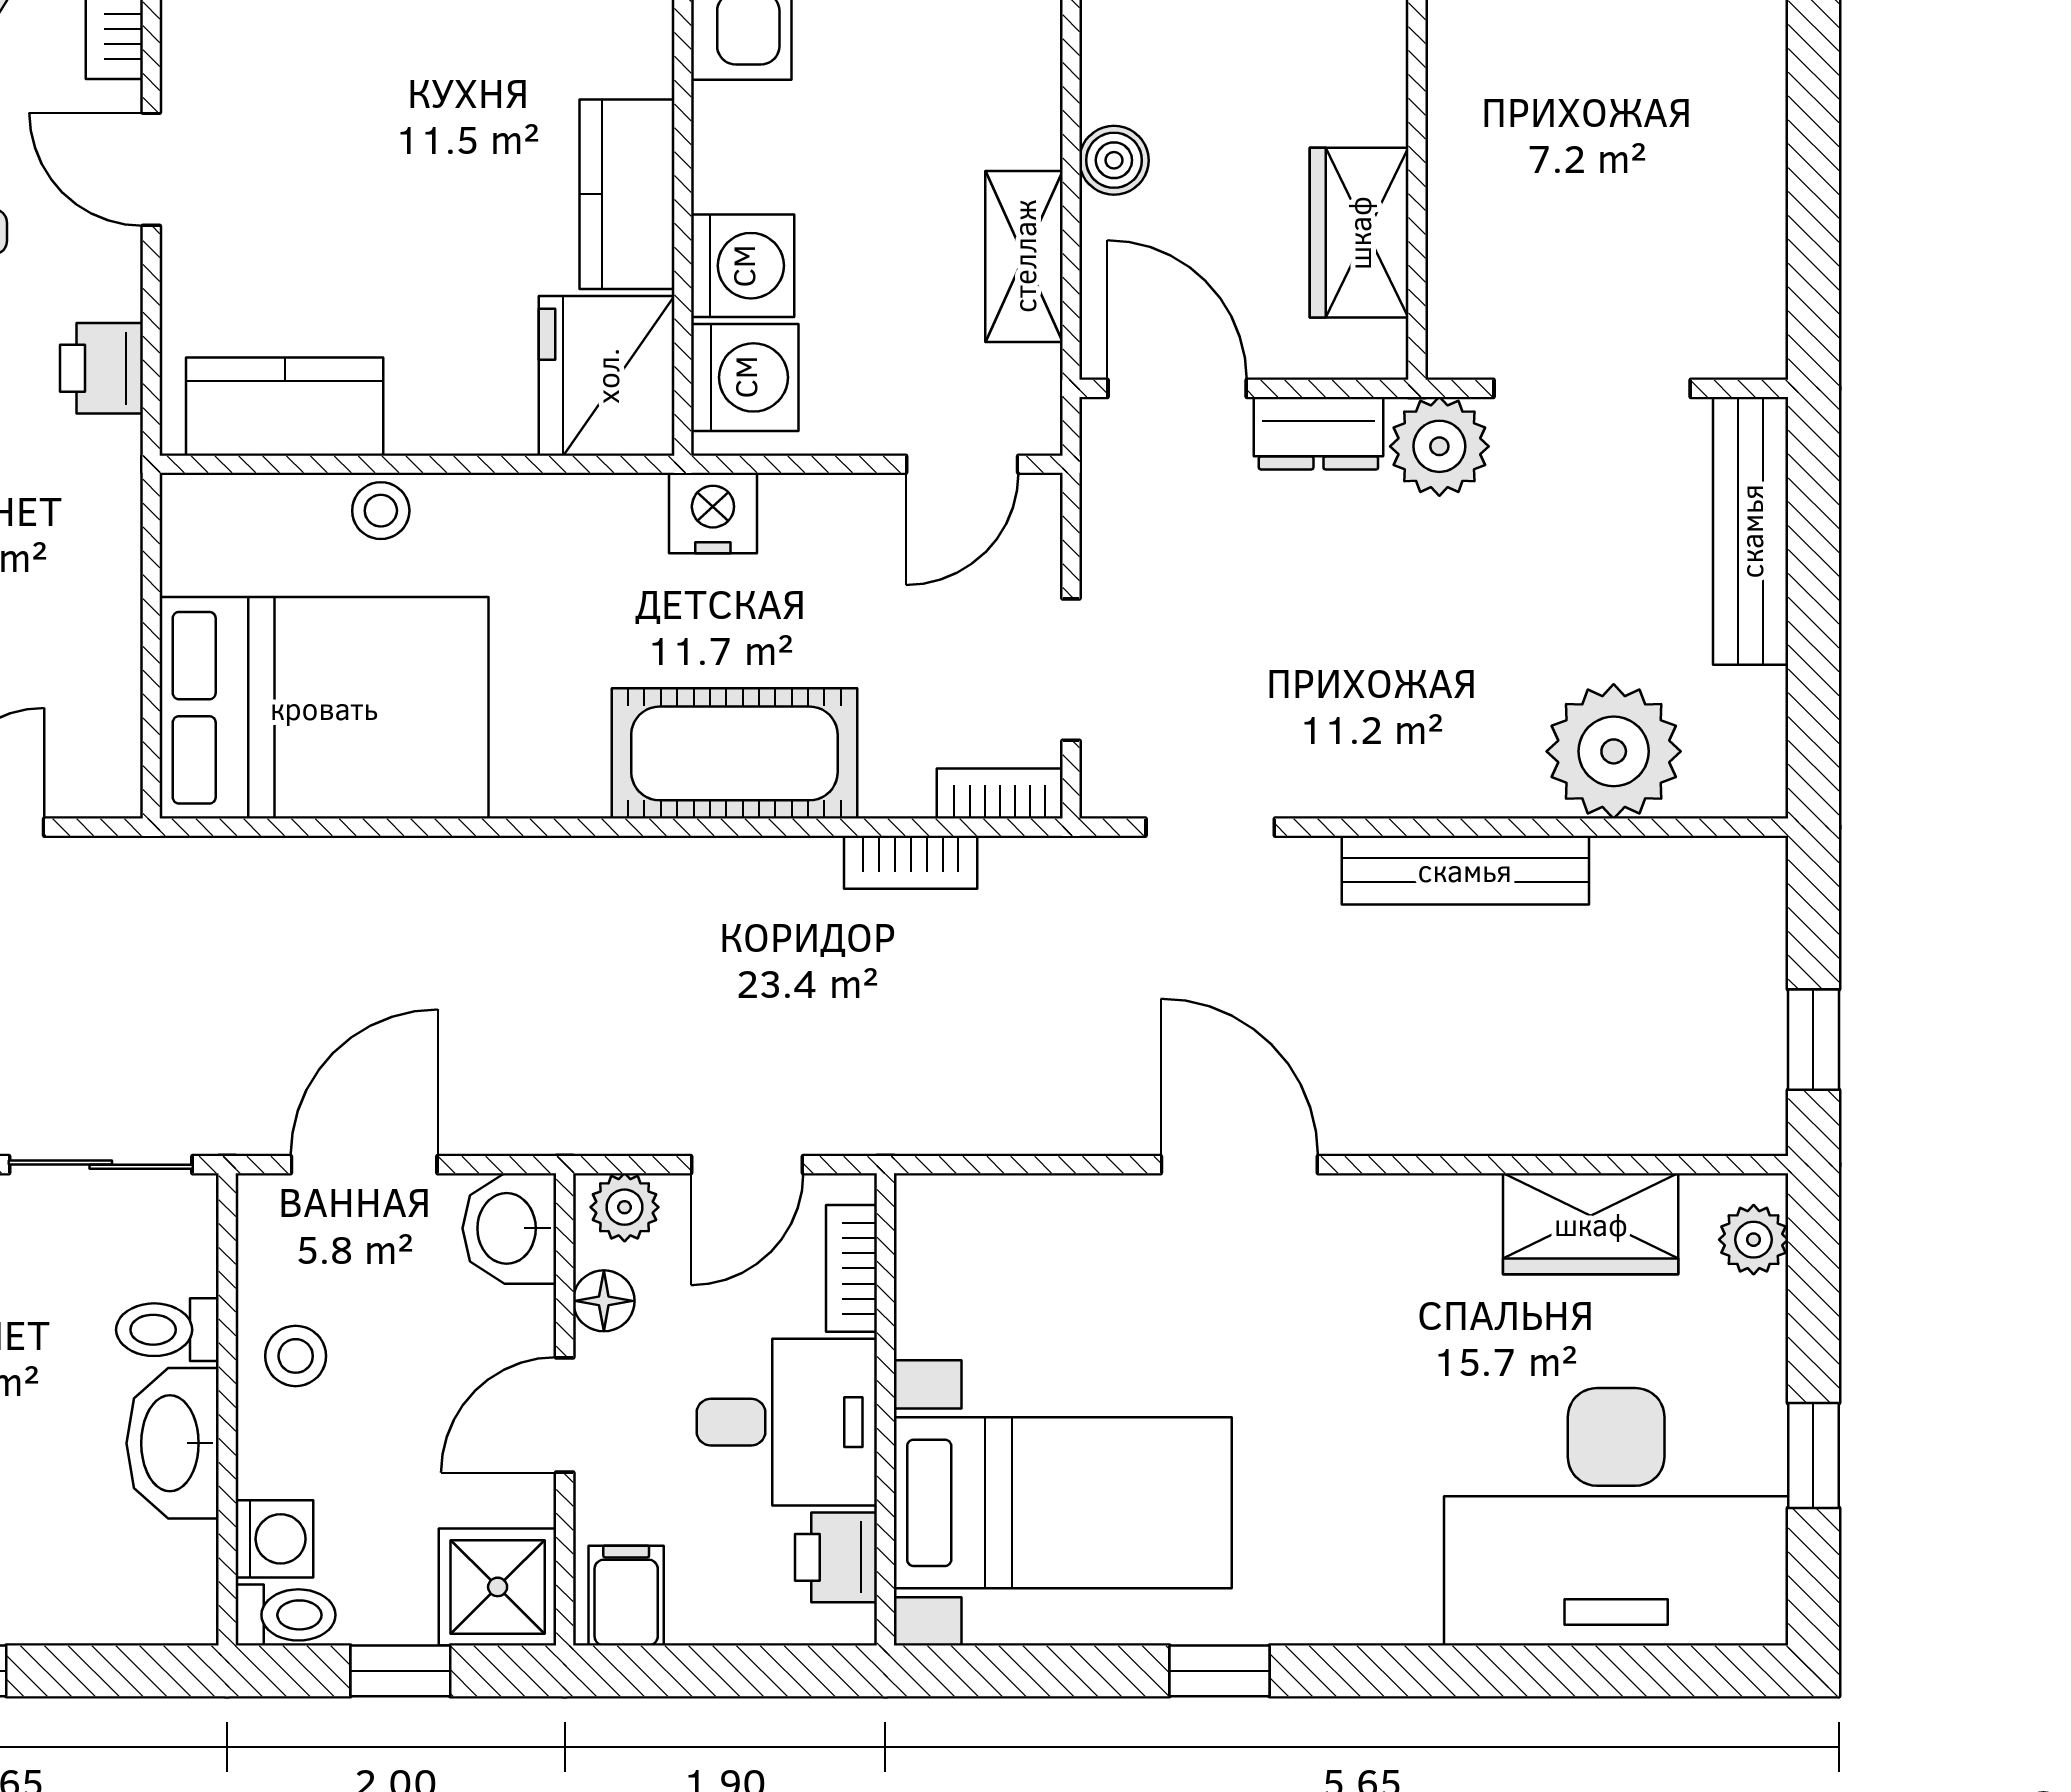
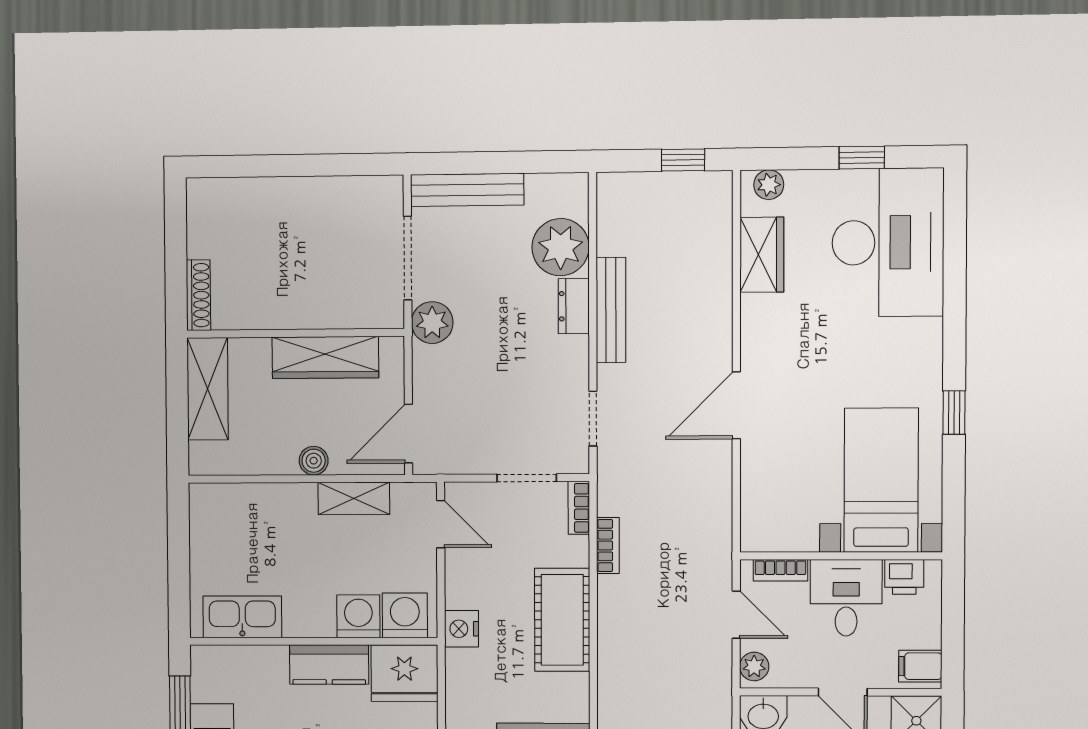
wardrobe: (1359, 233) -> (325, 357), width x1.50
dresser: (1318, 433) -> (574, 306), moved, turned 180
floor lamp: (604, 1301) -> (794, 675), removed

